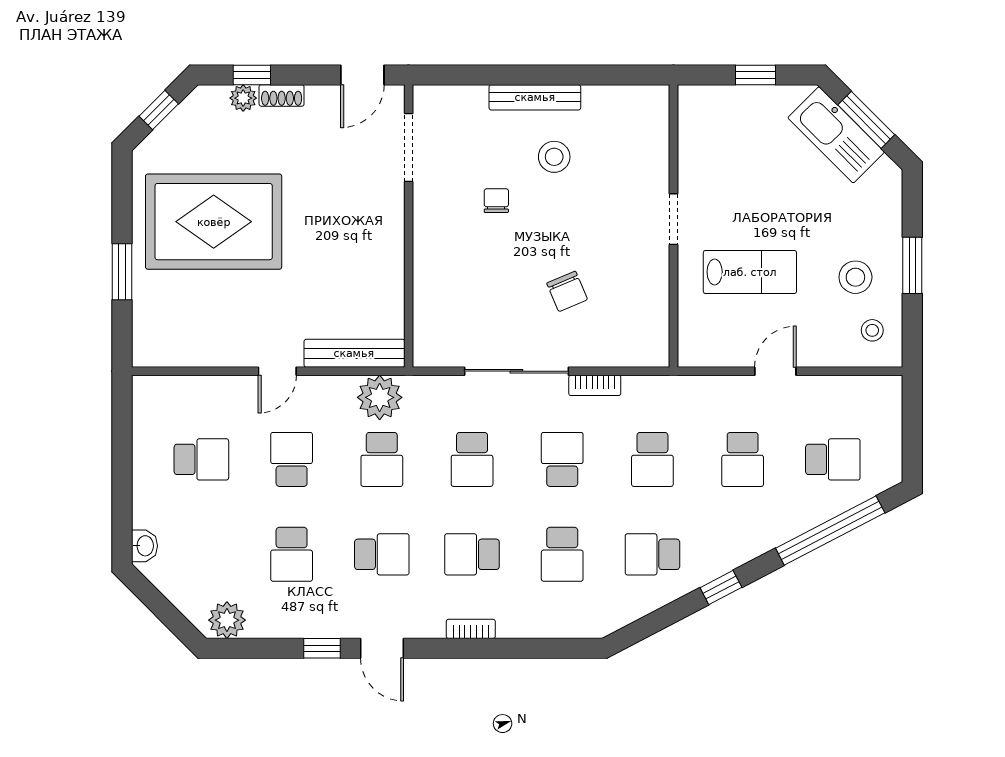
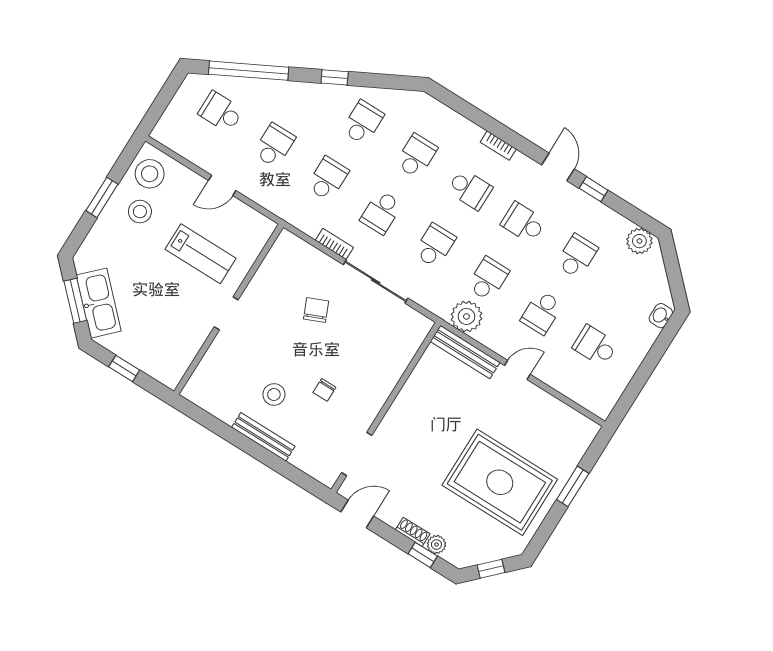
lab bench: (750, 272) -> (201, 254), turned 180
stool: (872, 330) -> (150, 174), width x1.89, depth x1.89
school desk: (652, 554) -> (363, 122), turned -90

